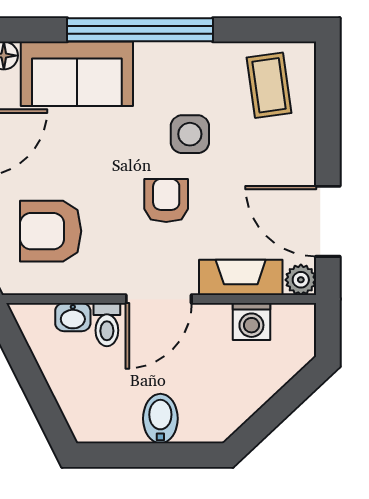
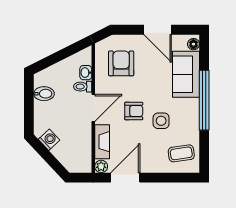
door: (159, 299) -> (93, 108), swing flipped
washing machine: (251, 321) -> (49, 140), moved, turned 137
bidet: (160, 419) -> (44, 94), moved

